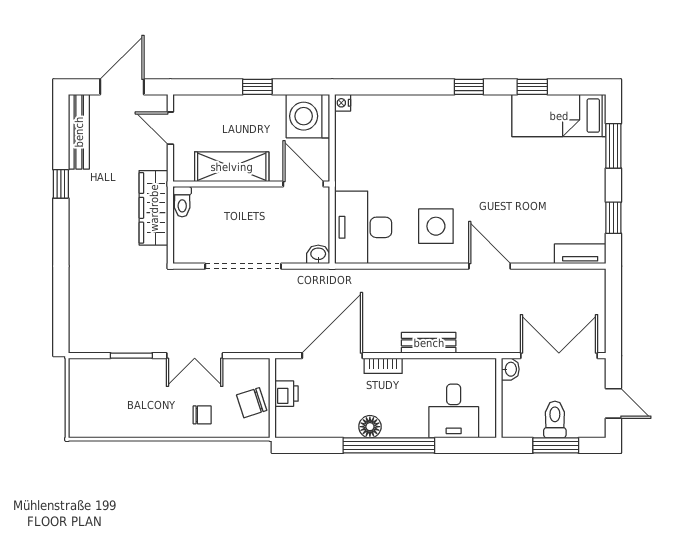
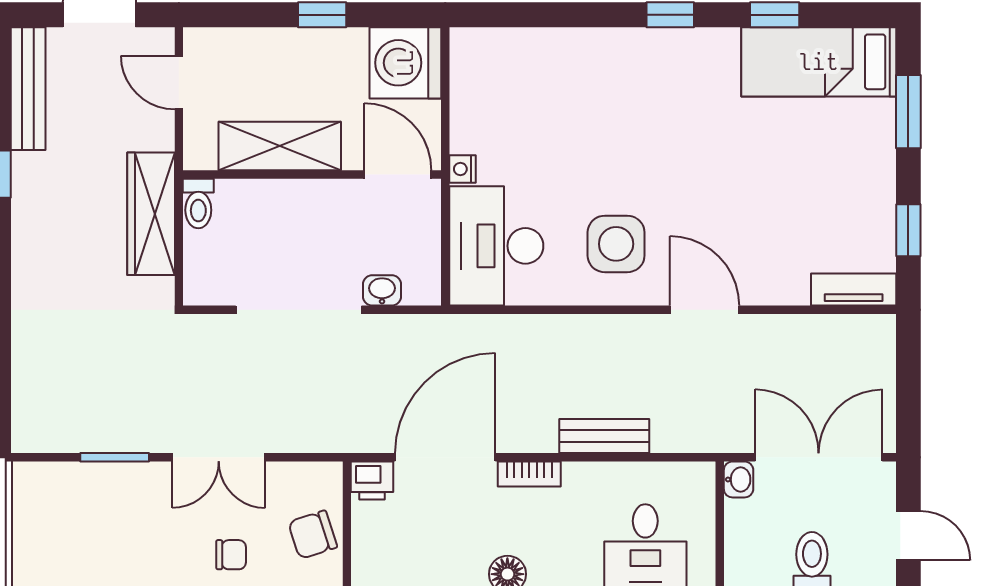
nightstand: (343, 103) -> (462, 169), moved
washbasin: (318, 254) -> (382, 290), moved
printer: (287, 394) -> (372, 481), moved, turned 90

